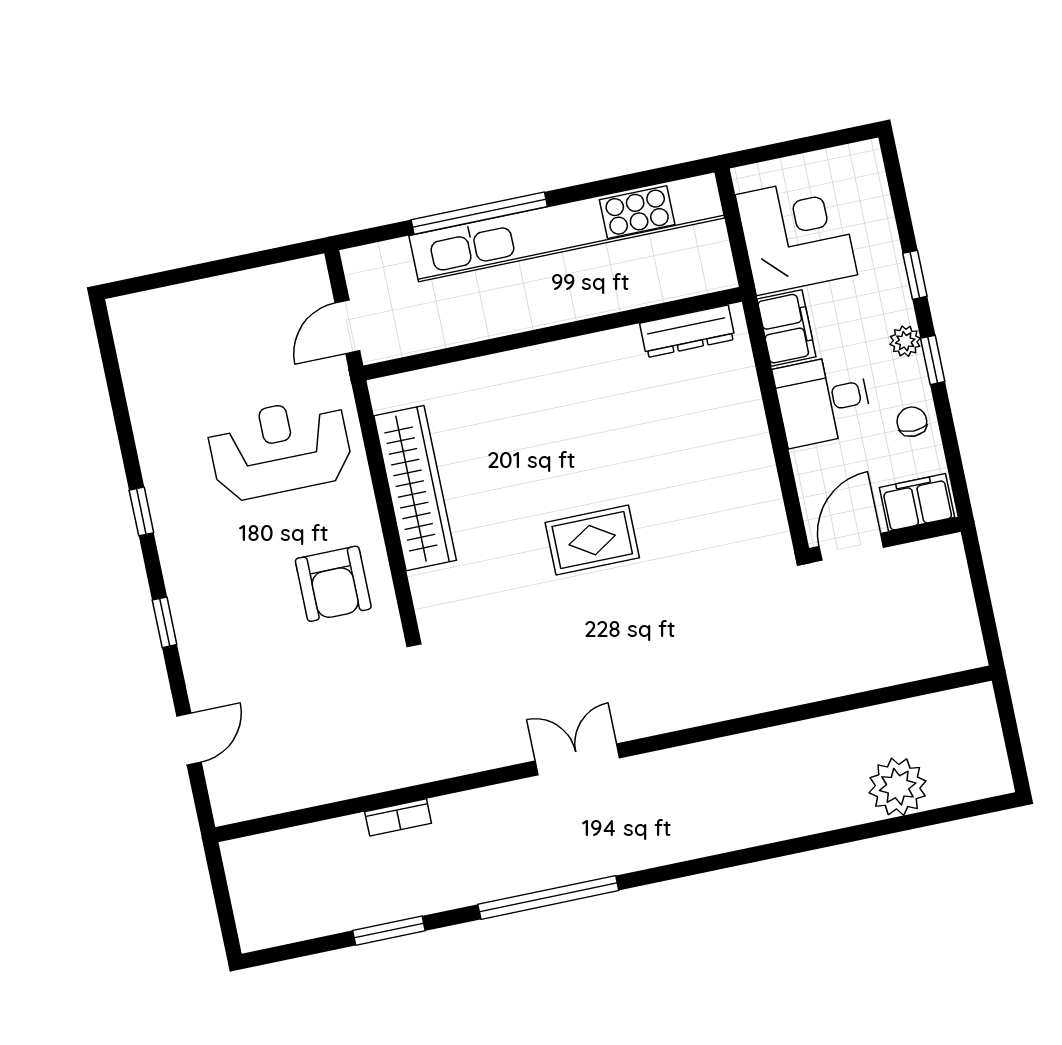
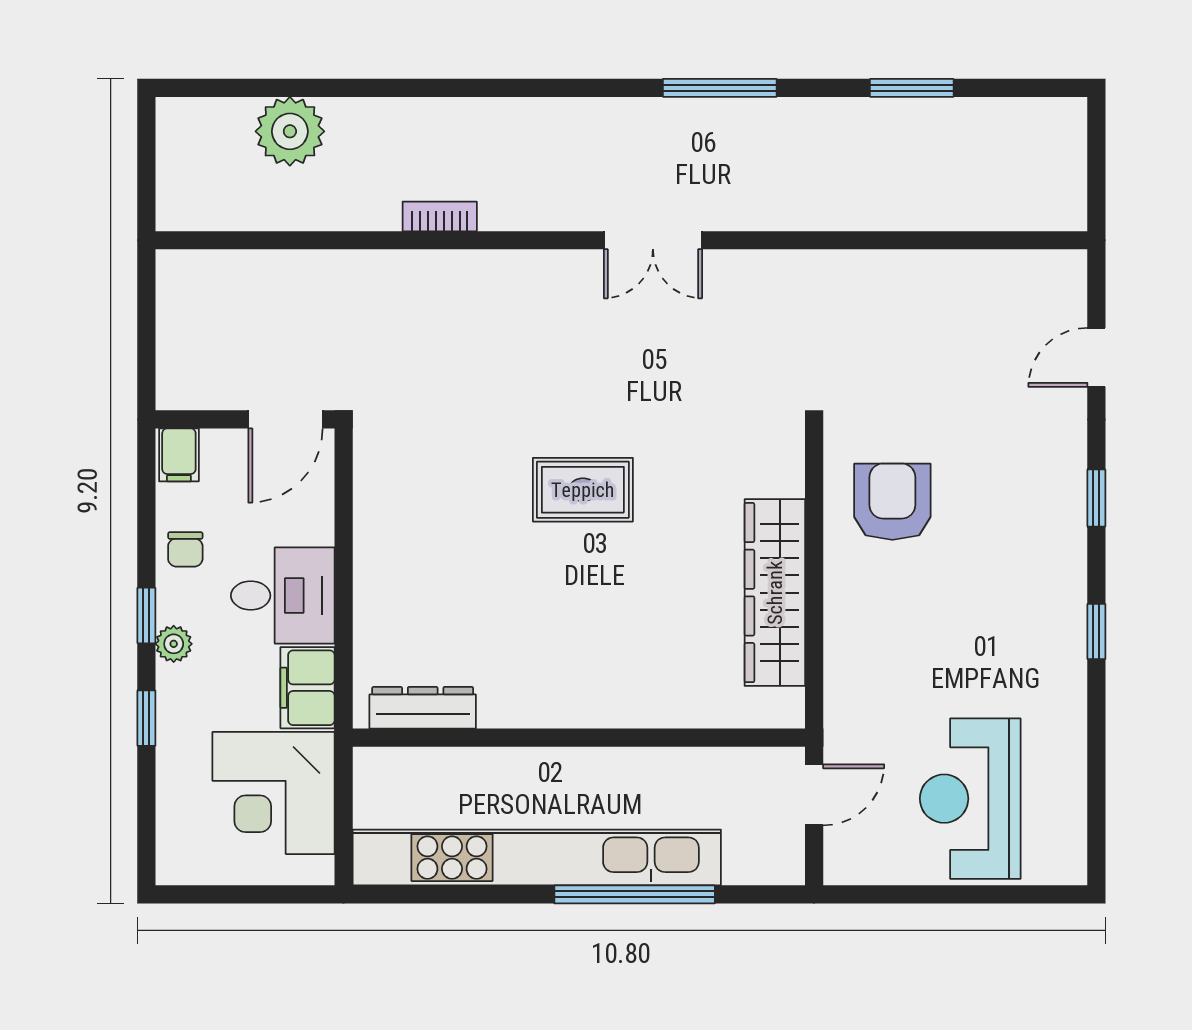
reception desk: (280, 449) -> (970, 799), moved, turned 90
filing cabinet: (917, 502) -> (179, 455), width x0.50
bookcase: (398, 817) -> (440, 216), moved
window: (548, 897) -> (720, 88), width x0.68

